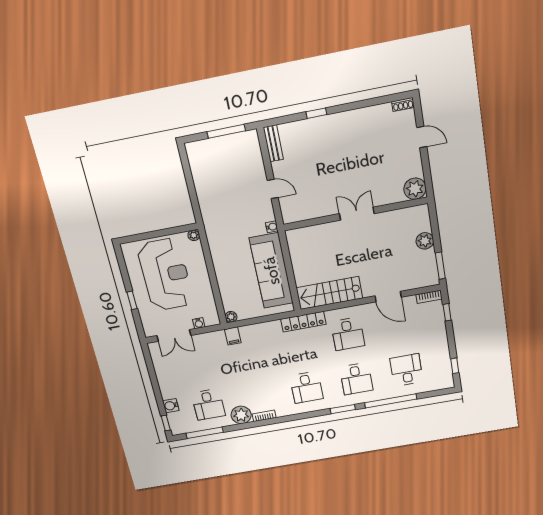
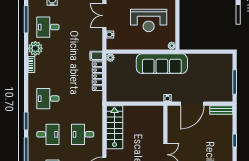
door: (273, 189) -> (192, 104), width x1.88
sofa: (271, 271) -> (162, 64), moved, turned 180
reception desk: (165, 275) -> (149, 21), width x0.74, depth x0.77
locker: (303, 322) -> (97, 76), moved
desk: (356, 379) -> (48, 134), turned 180

